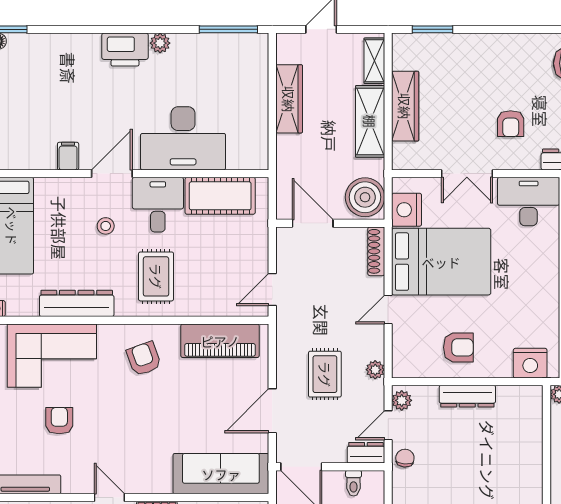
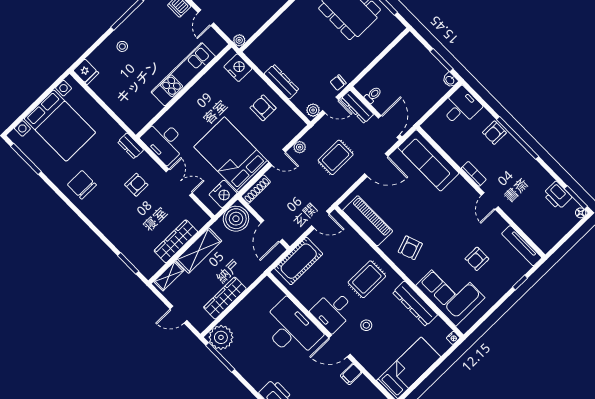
plant: (160, 43) -> (221, 337), moved, width x1.88, depth x1.88
cot: (220, 196) -> (299, 261), moved, turned 90
plant: (375, 370) -> (300, 147), moved
dresser: (366, 453) -> (357, 107), width x1.44

